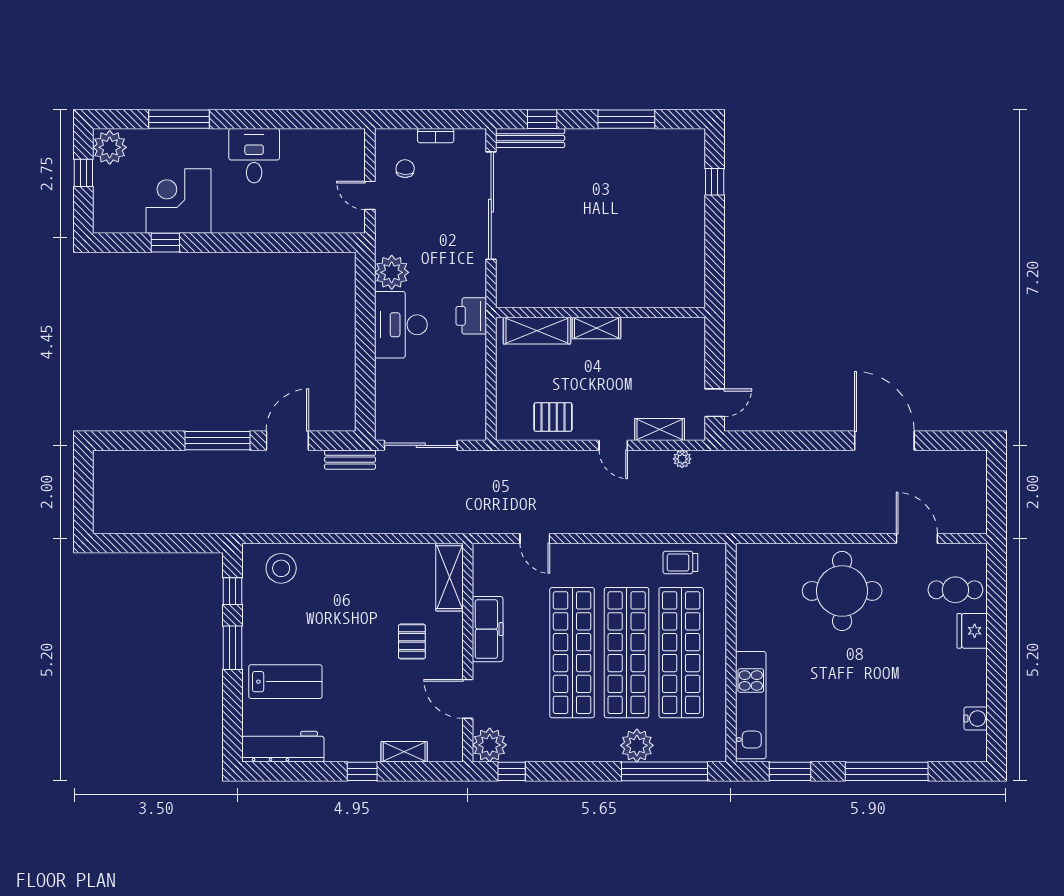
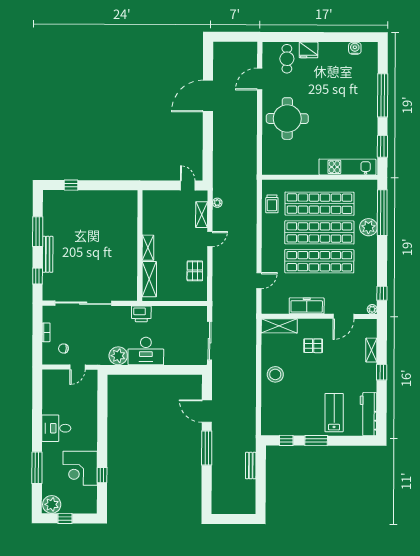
bench: (530, 138) -> (48, 254), moved
bench: (350, 460) -> (251, 466), moved
stool: (281, 568) -> (275, 374), moved
plant: (490, 745) -> (372, 309), width x0.53, depth x0.53

